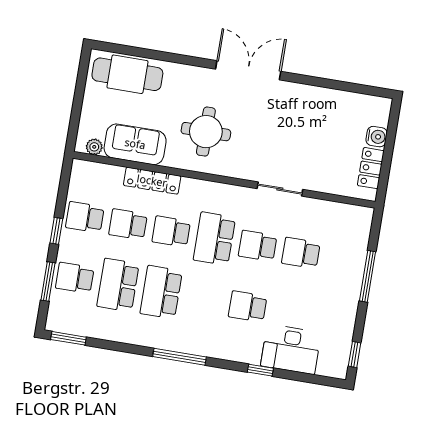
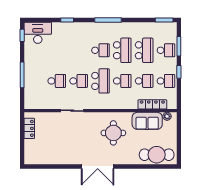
water cooler: (377, 137) -> (29, 144), removed
locker: (152, 181) -> (152, 104), moved
school desk: (248, 306) -> (100, 50), moved
desk: (291, 349) -> (38, 33), moved

